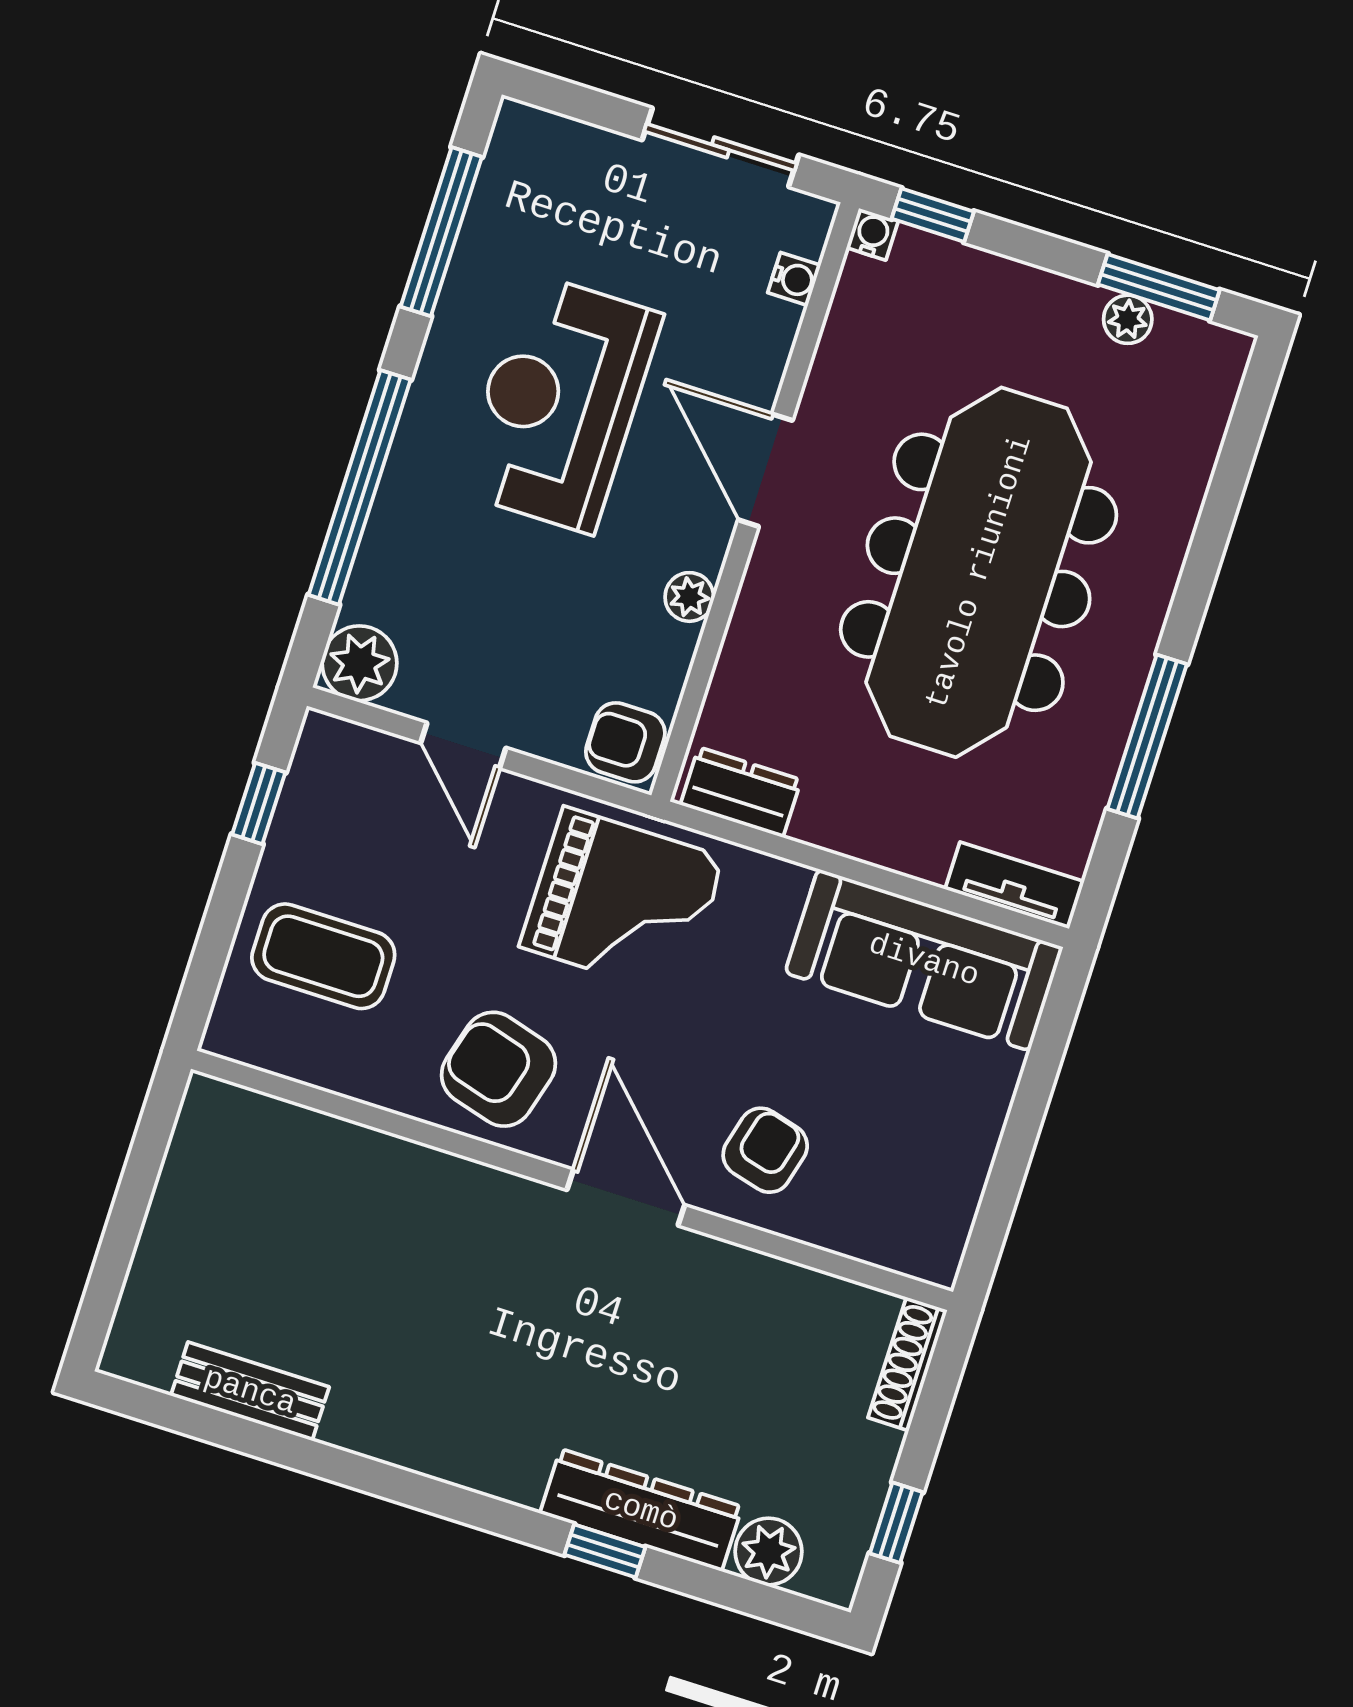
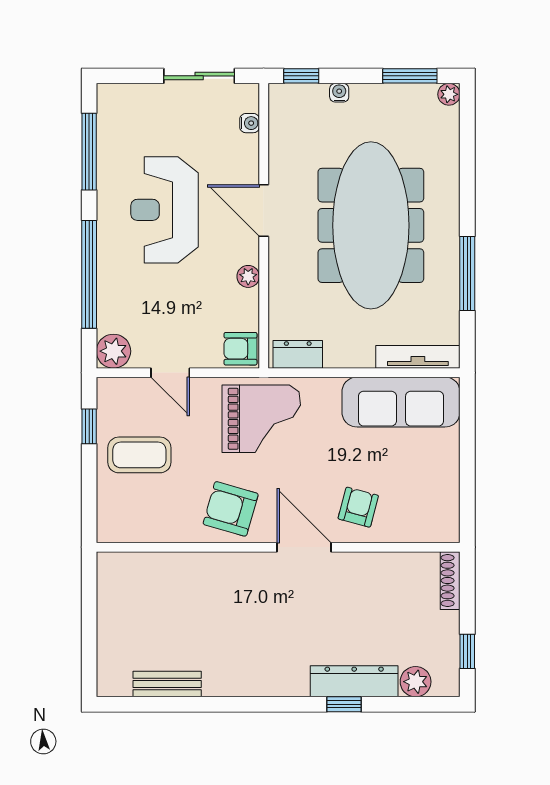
water cooler: (872, 234) -> (339, 93), moved
plant: (1128, 319) -> (449, 94), moved
tv unit: (1015, 885) -> (418, 357), width x1.41
coffee table: (323, 956) -> (139, 455), moved

